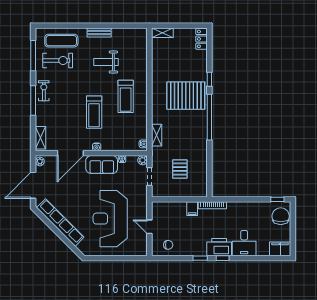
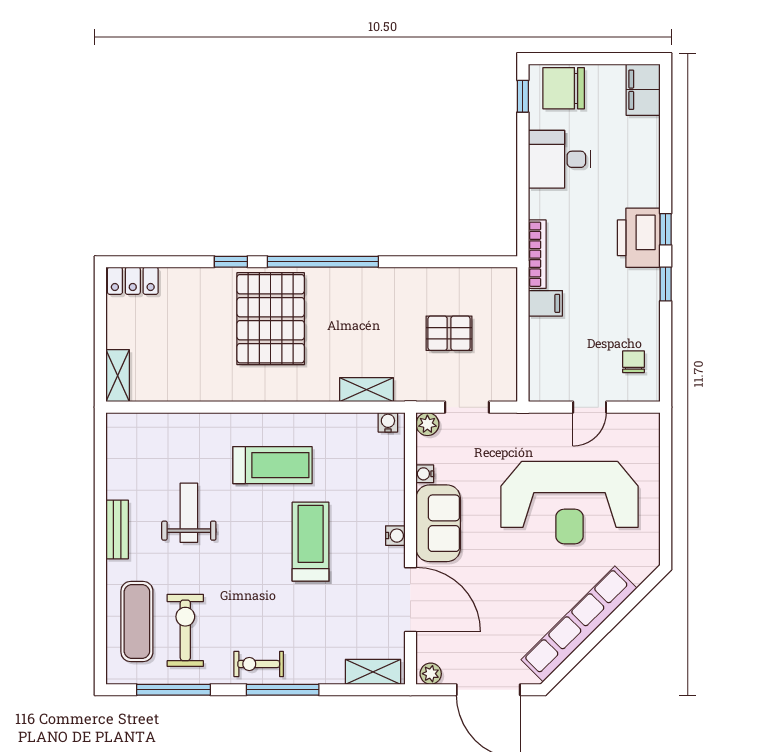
weight bench: (106, 62) -> (189, 513), turned 180
treadmill: (94, 112) -> (311, 542), turned -90
desk: (244, 243) -> (560, 159), moved, turned 180

